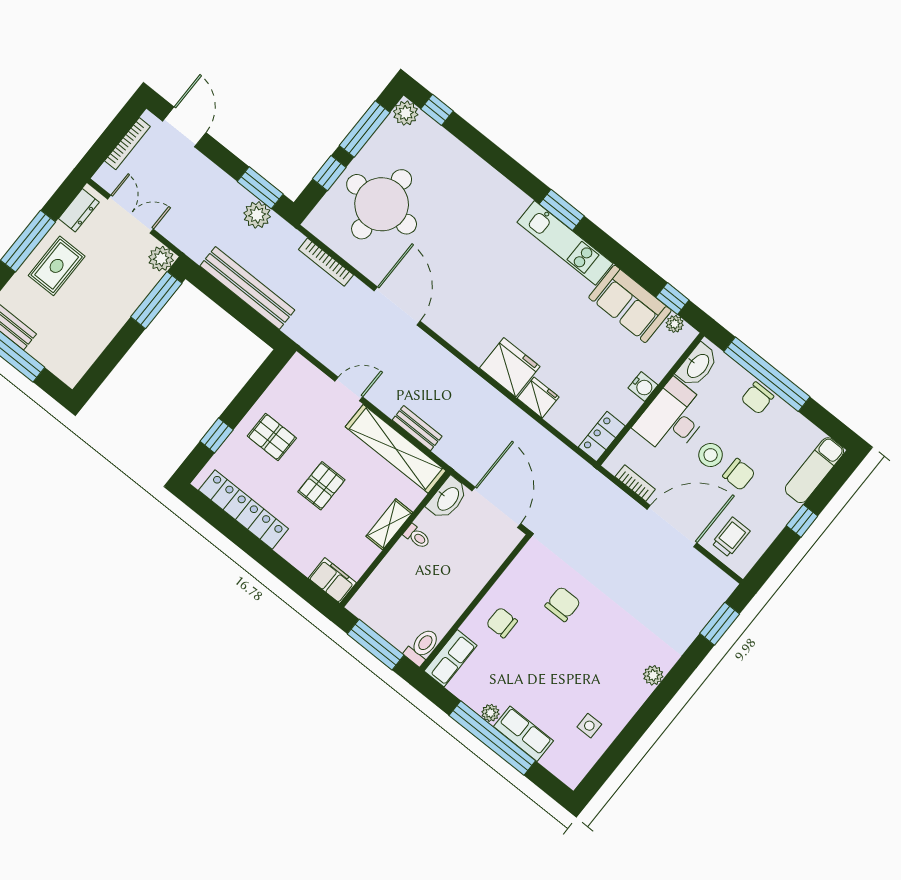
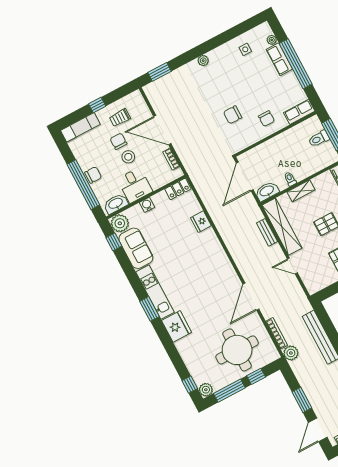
window: (260, 188) -> (302, 400), moved
plant: (257, 215) -> (291, 353), moved
plant: (675, 324) -> (120, 223), width x1.88, depth x1.88
fridge: (510, 367) -> (177, 326), moved, turned 180
desk: (673, 418) -> (135, 185), width x0.73
trolley: (731, 537) -> (120, 118), moved
toilet: (422, 647) -> (319, 139), moved
plant: (490, 713) -> (272, 40), moved

